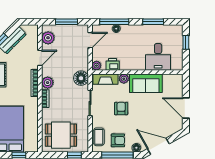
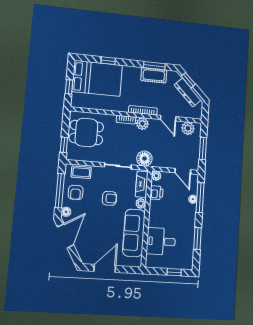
sofa: (146, 83) -> (134, 233), width x1.36
dining table: (61, 135) -> (86, 132), turned 90

